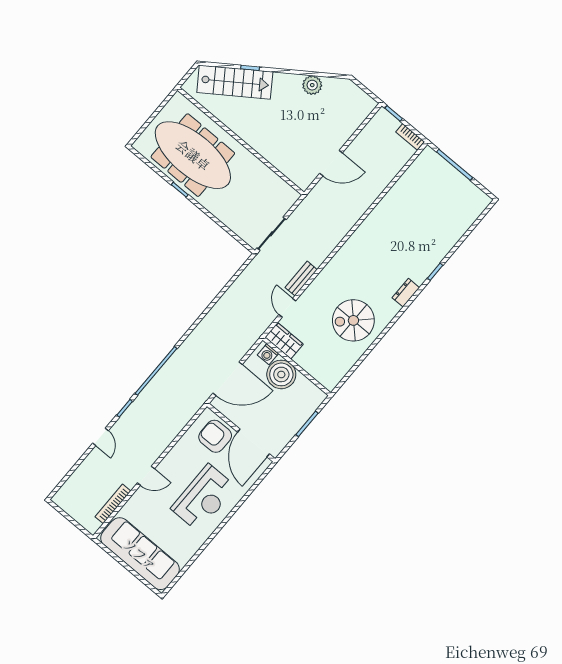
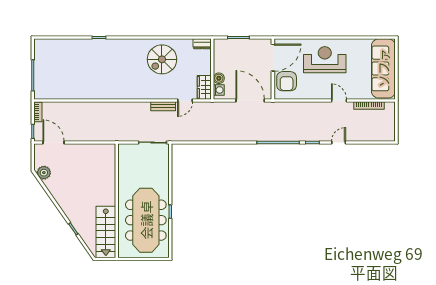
stairs: (235, 82) -> (106, 232), moved, turned -145
plant: (312, 85) -> (44, 173), moved
door: (331, 163) -> (53, 142), moved
dresser: (406, 293) -> (202, 44), moved
spiral stairs: (353, 320) -> (162, 59), turned 90
boiler: (281, 374) -> (219, 78), width x0.54, depth x0.54

